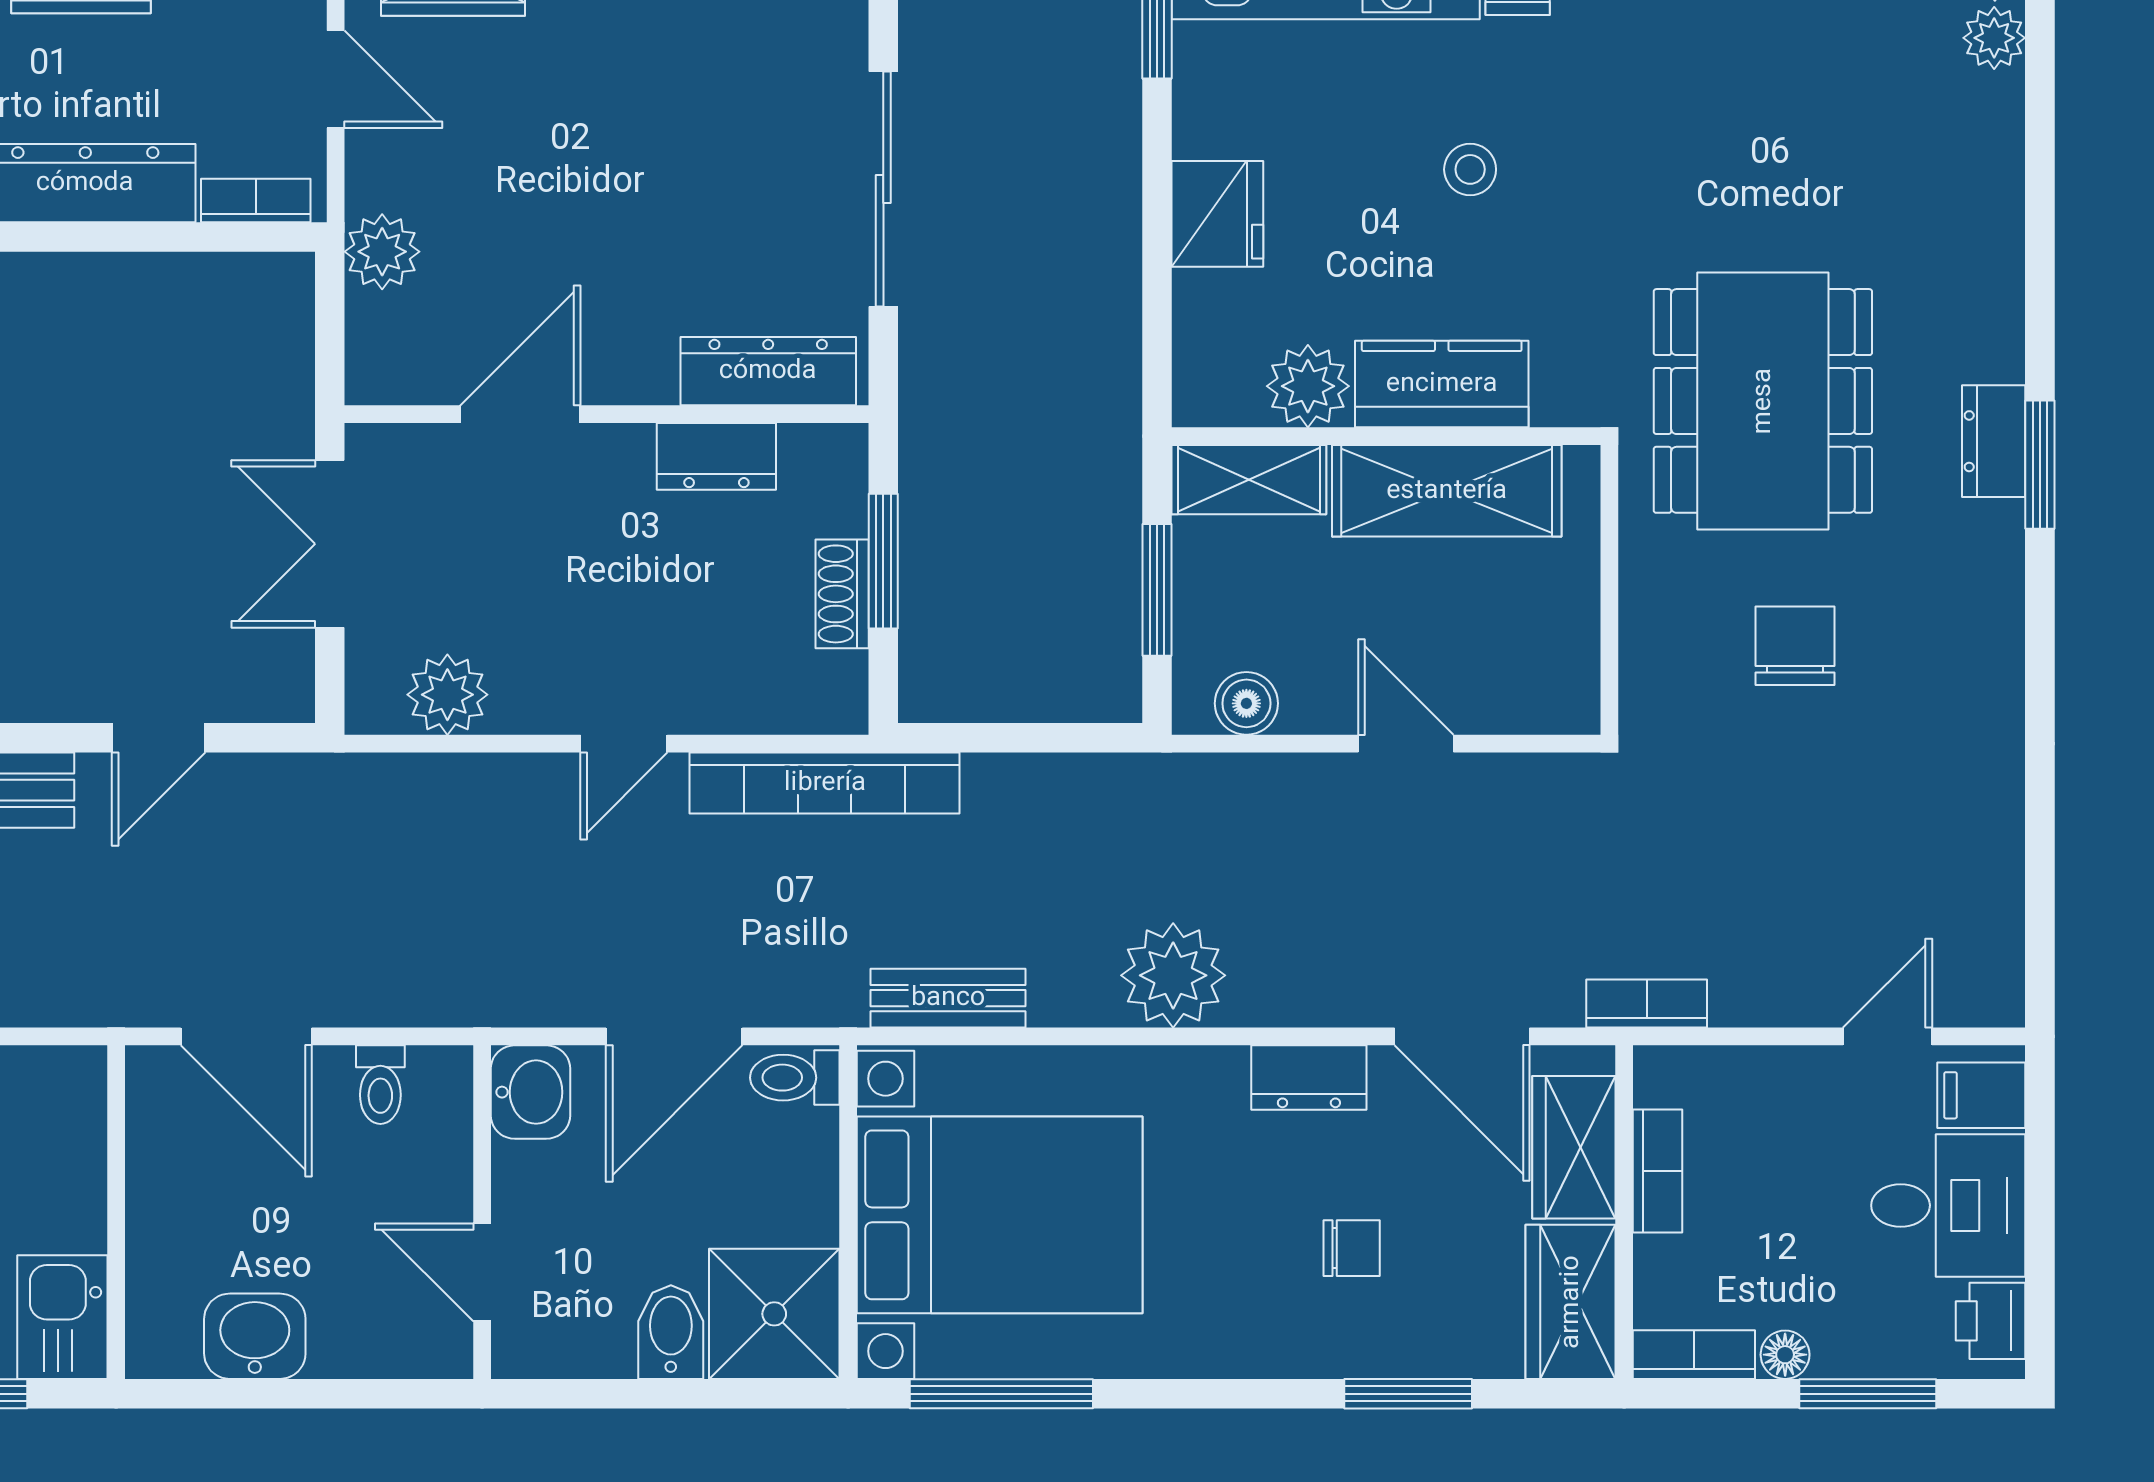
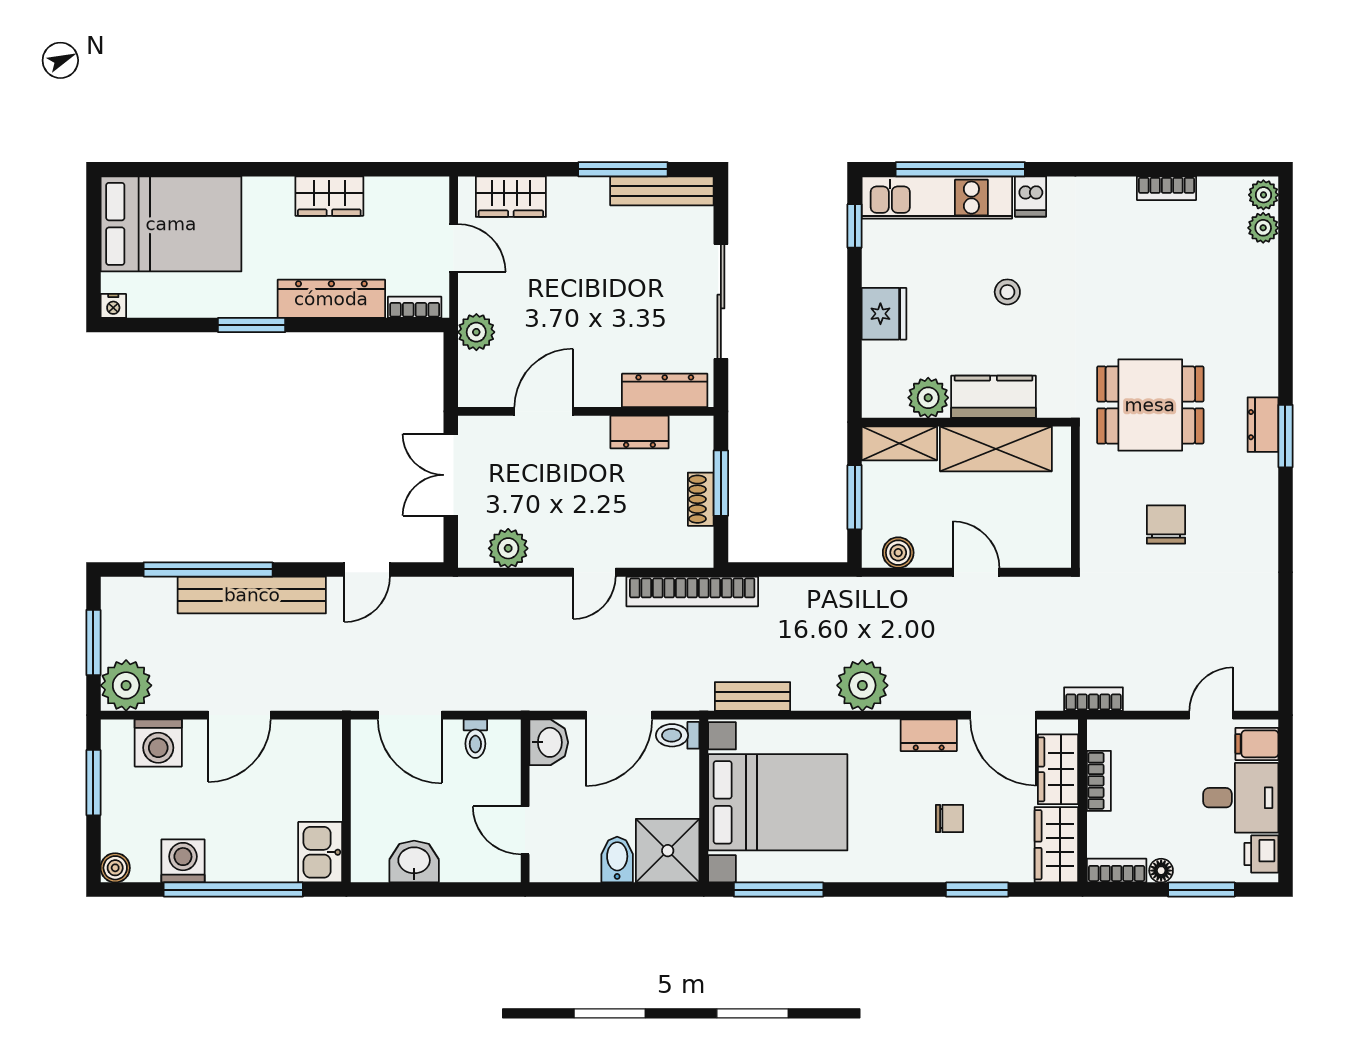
dining table: (1763, 401) -> (1150, 405), width x0.73

